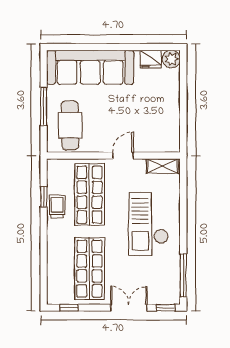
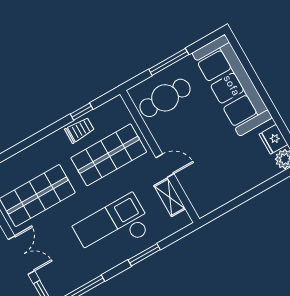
shelving: (162, 166) -> (170, 197), moved
window: (183, 211) -> (144, 255), added

